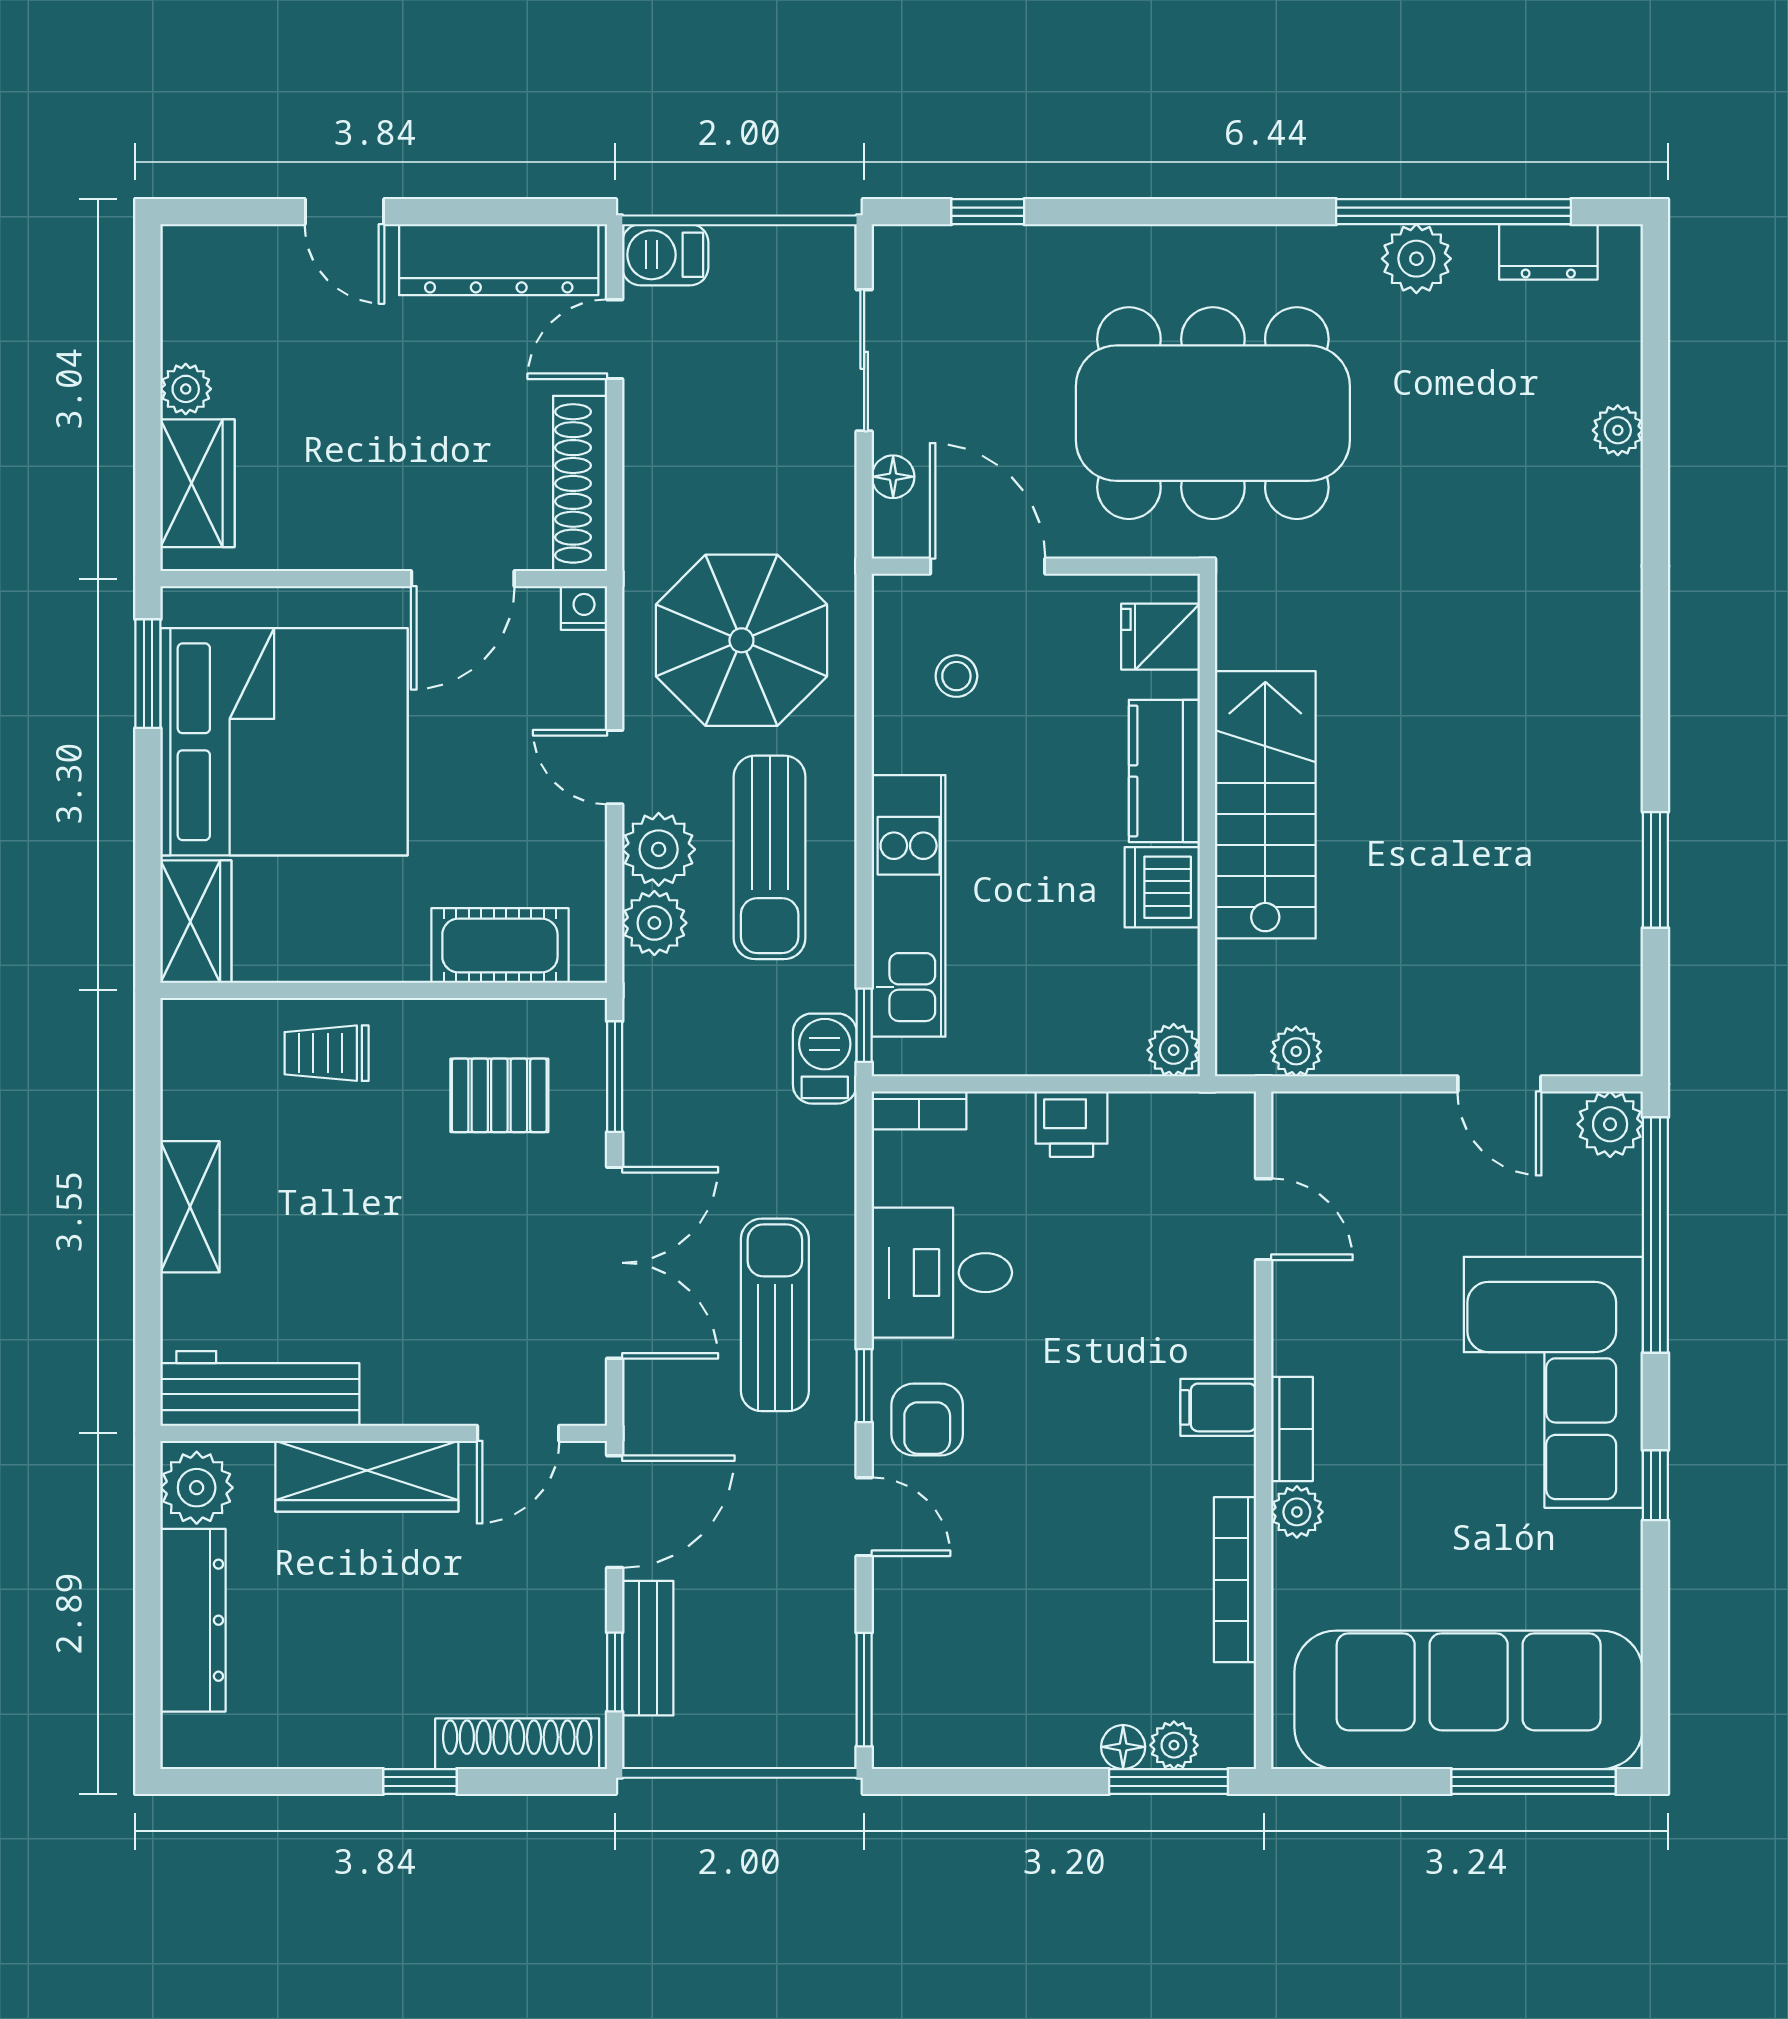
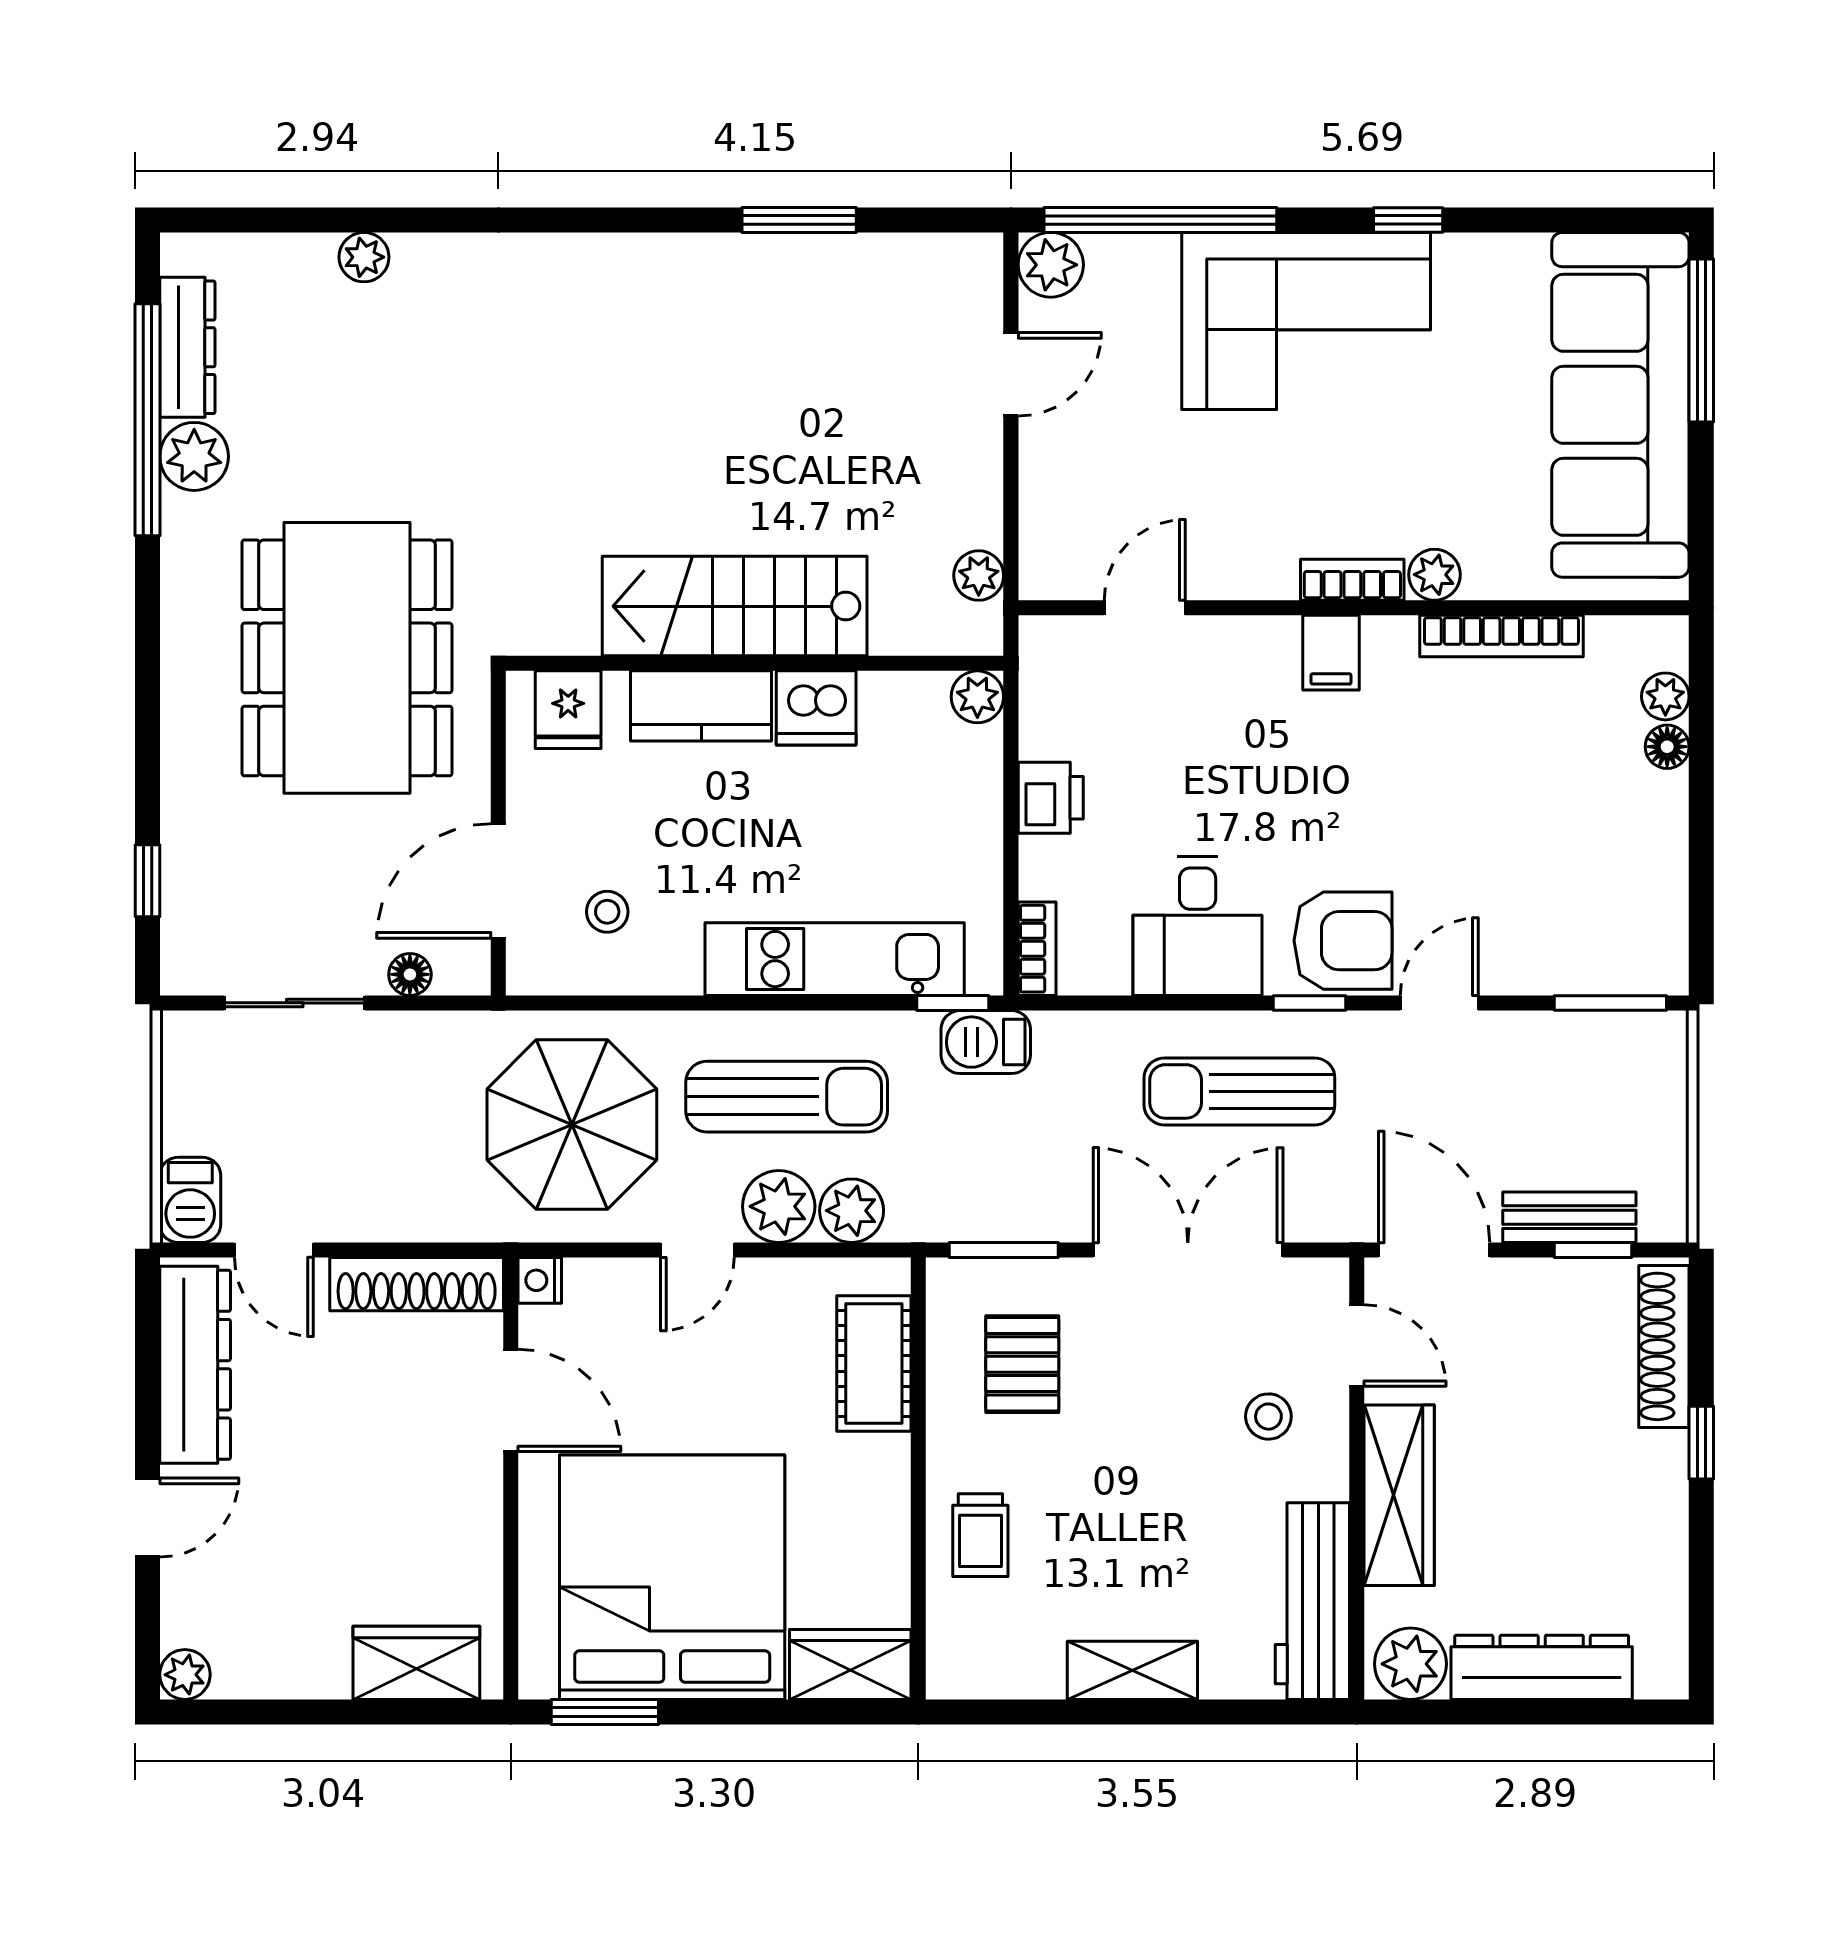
dresser: (1548, 252) -> (187, 347), width x1.44
plant: (186, 389) -> (185, 1675), moved
stool: (446, 1344) -> (1268, 1417), added
armchair: (927, 1420) -> (1343, 941), width x1.38, depth x1.38
window: (1168, 1781) -> (1701, 702), removed

